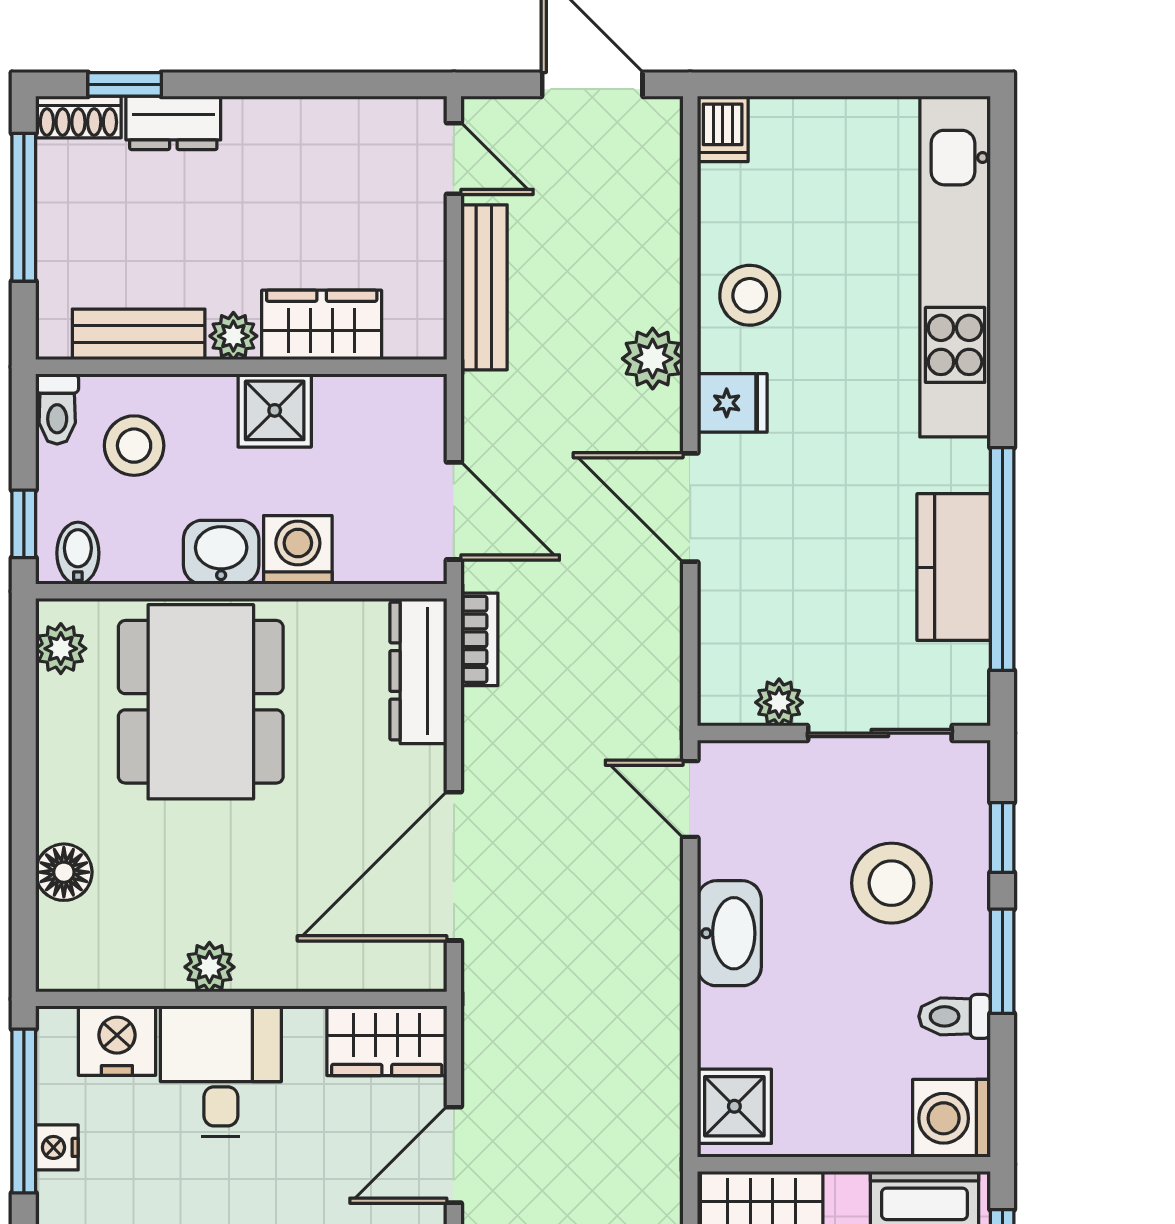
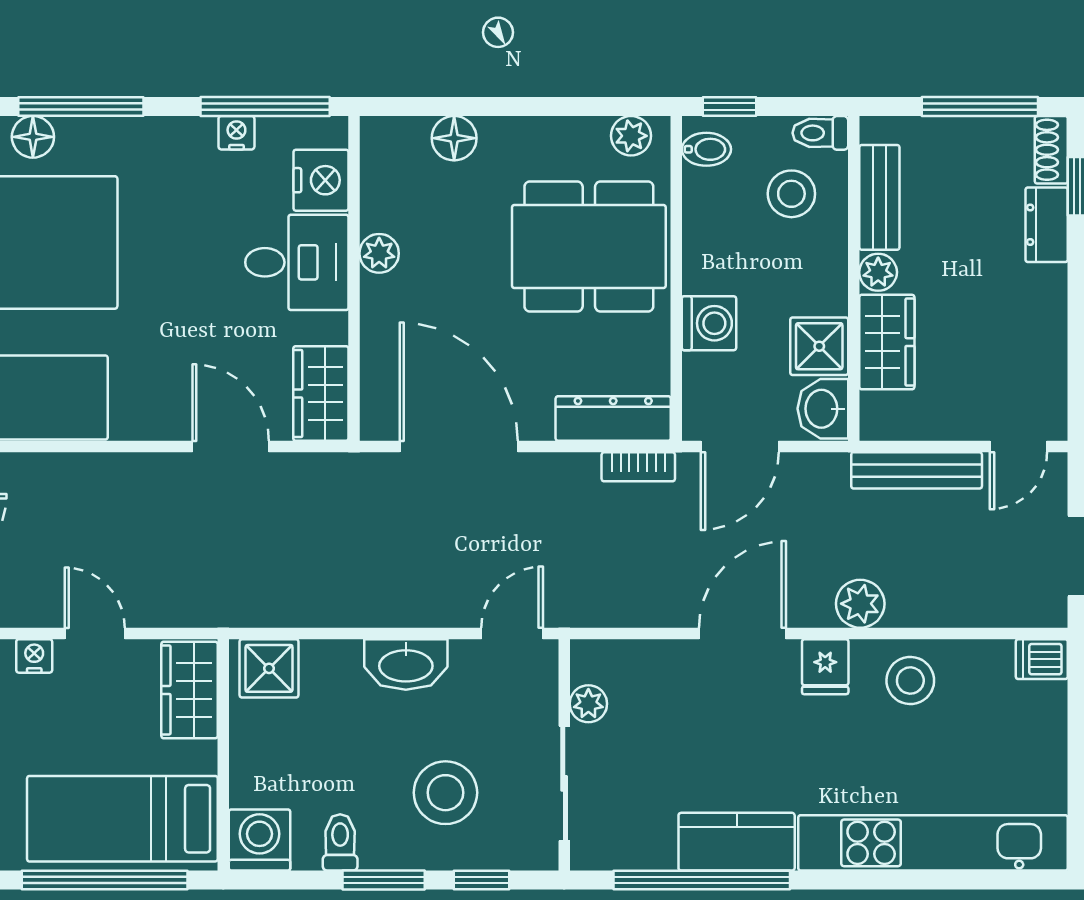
shower: (275, 410) -> (819, 346), moved
washbasin: (221, 552) -> (823, 409), moved, turned 180
kitchen counter: (954, 567) -> (737, 842), moved

